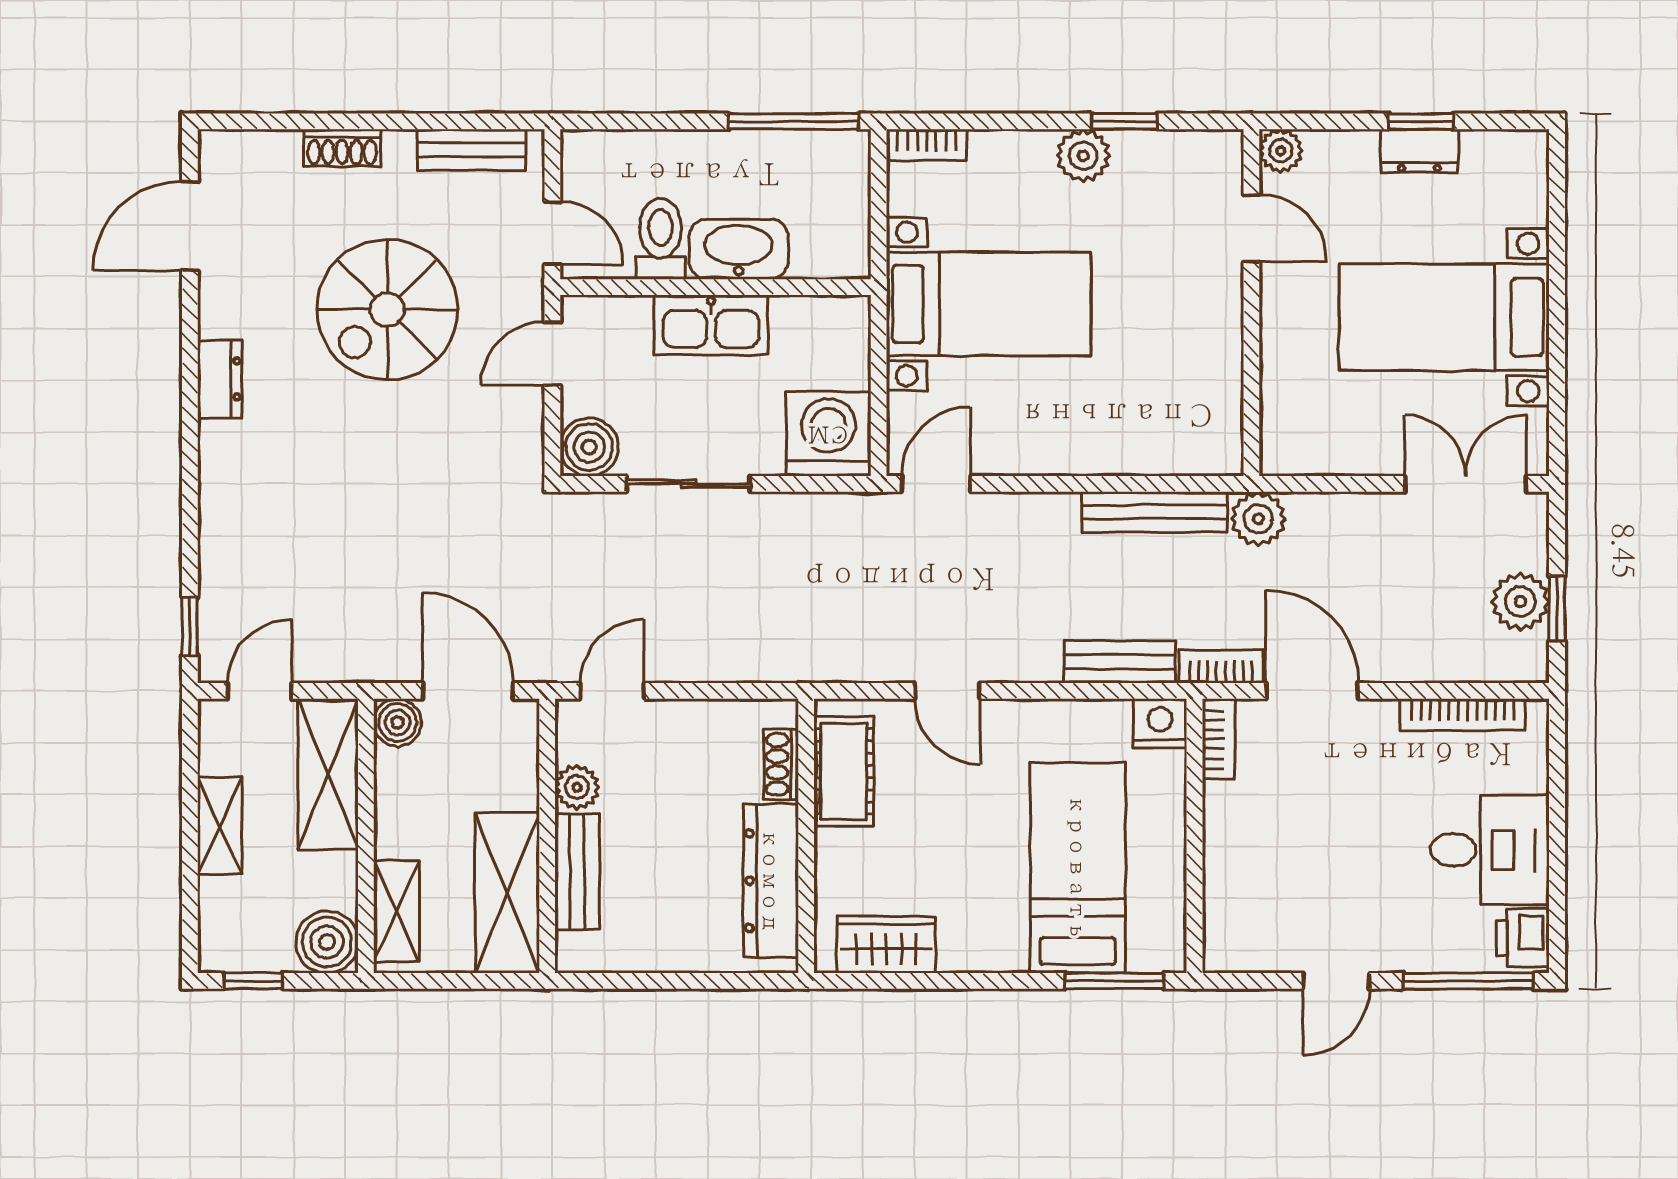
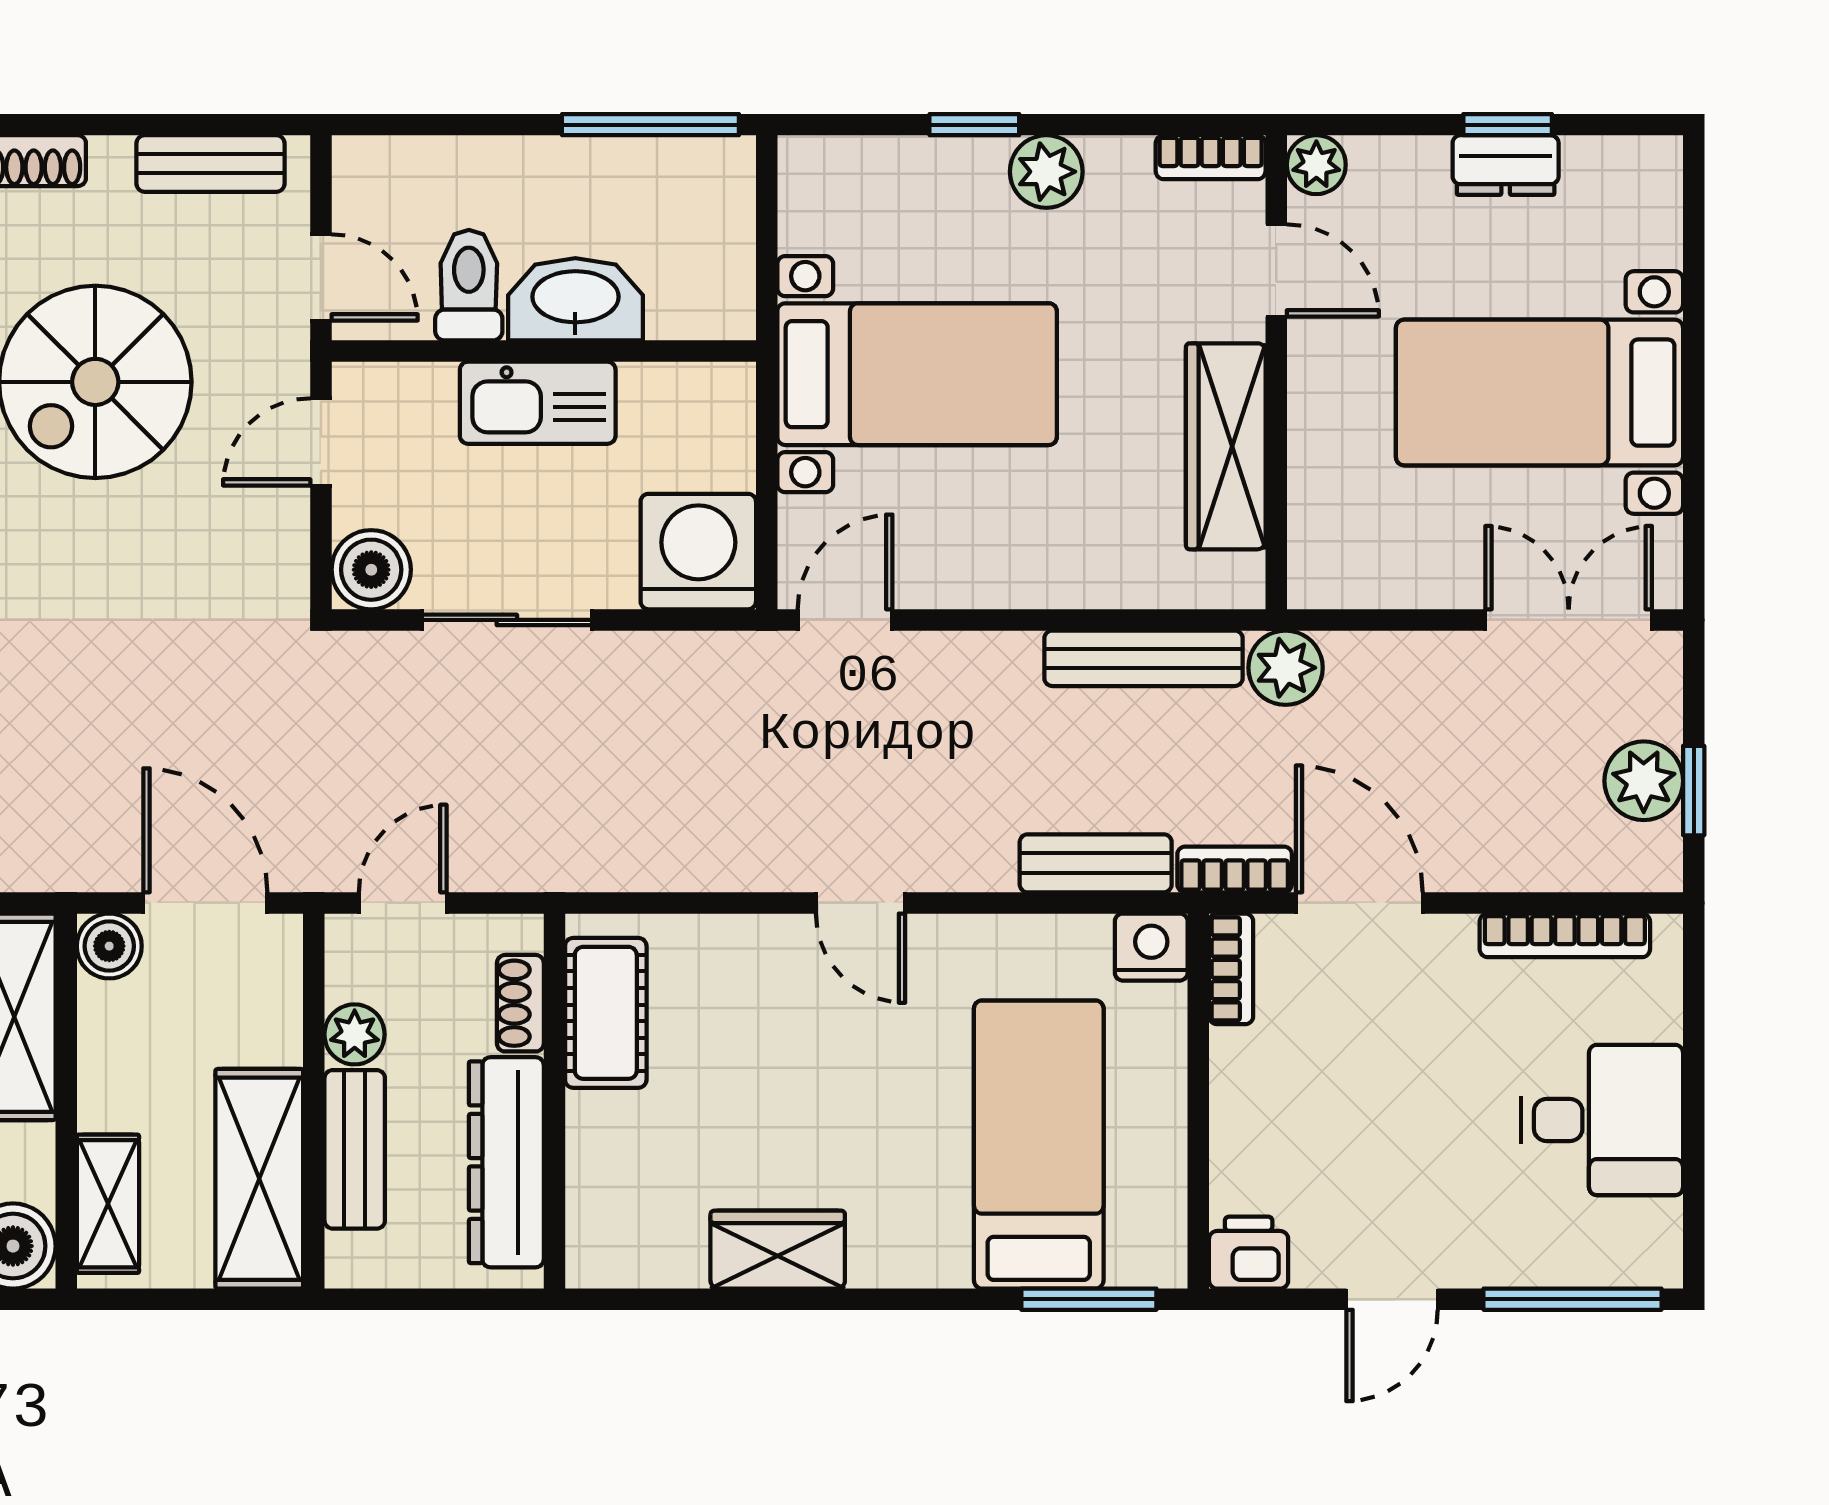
window: (1124, 121) -> (974, 125), moved
bookcase: (927, 145) -> (1211, 157), moved
wardrobe: (1215, 357) -> (1226, 446), added
shoe rack: (781, 764) -> (520, 1003), moved
cot: (844, 771) -> (606, 1013), moved
wall: (806, 836) -> (554, 1101), moved
dresser: (771, 881) -> (506, 1162), moved
printer: (1523, 938) -> (1249, 1253), moved, turned 90

